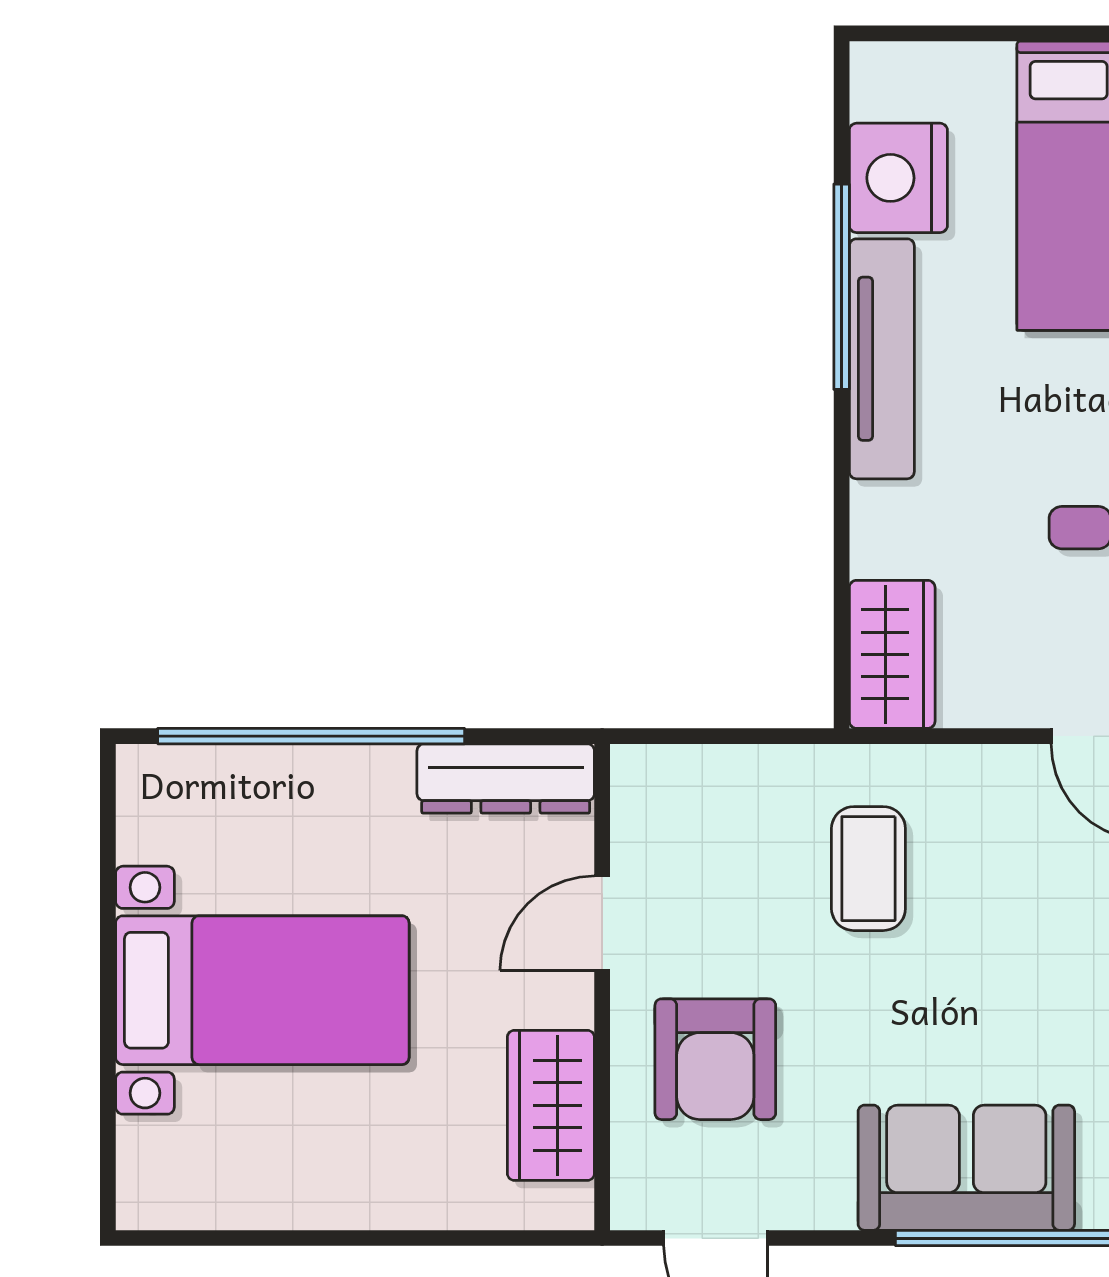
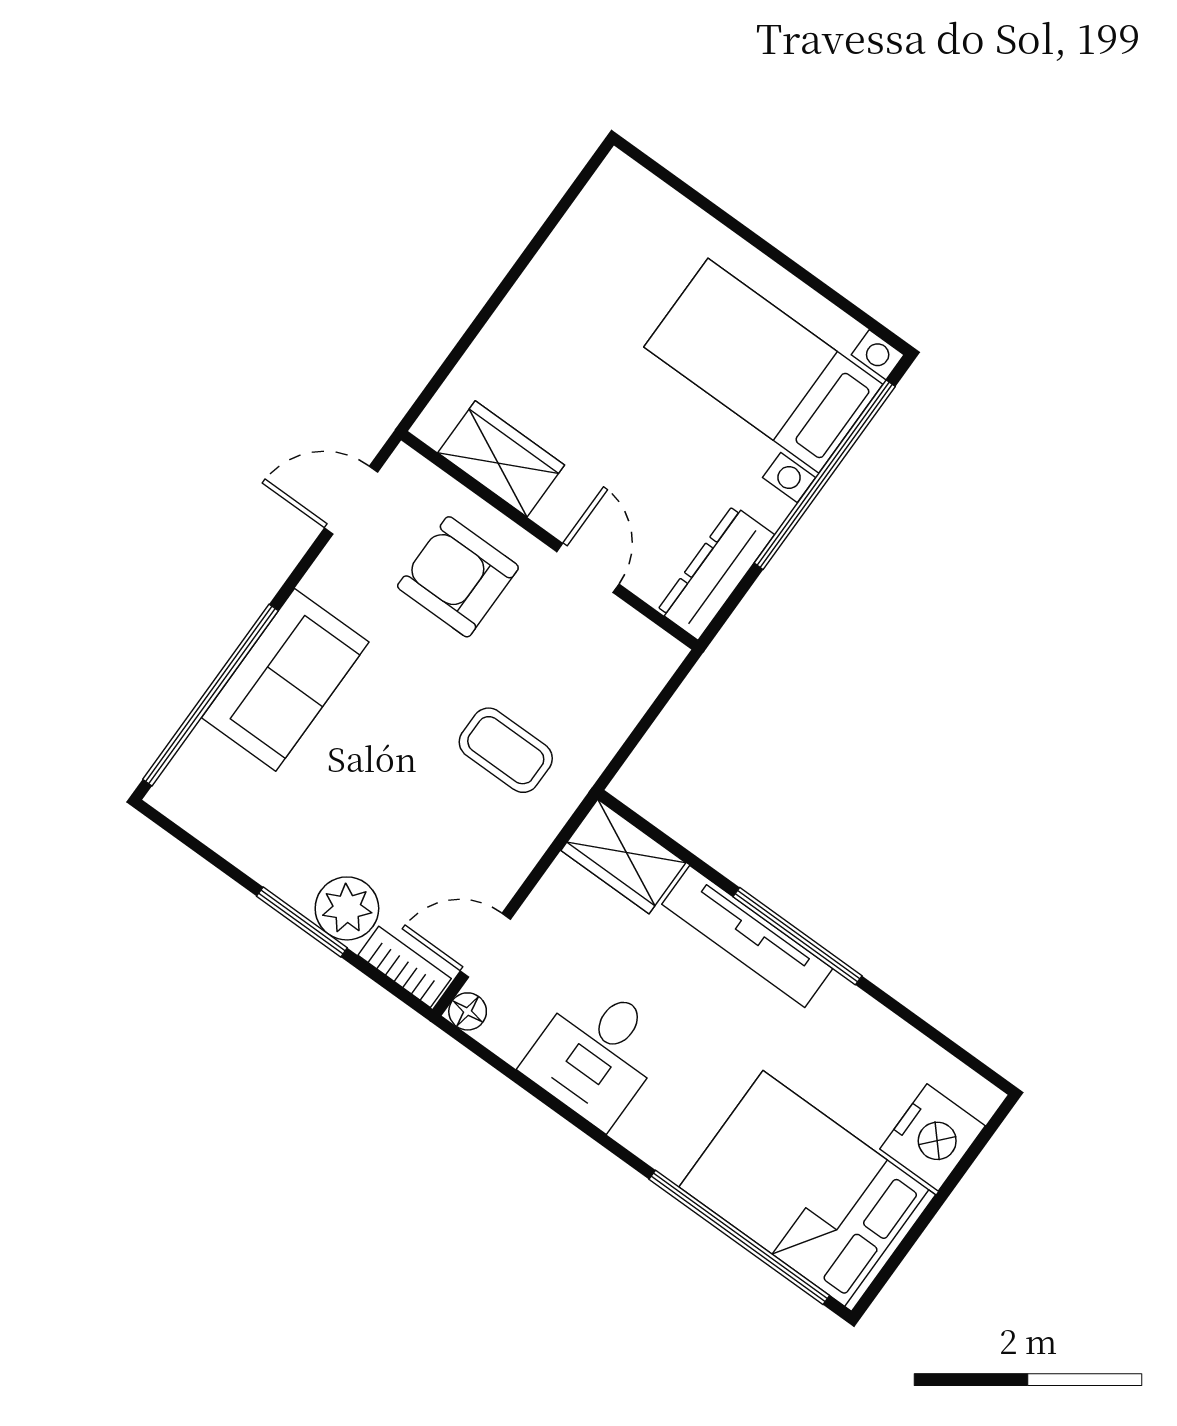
nightstand: (898, 178) -> (933, 1137), moved, turned 90
window: (842, 287) -> (797, 936), moved
tv unit: (882, 359) -> (747, 936), moved
bed with nightstands: (262, 990) -> (763, 366), moved, turned 90

